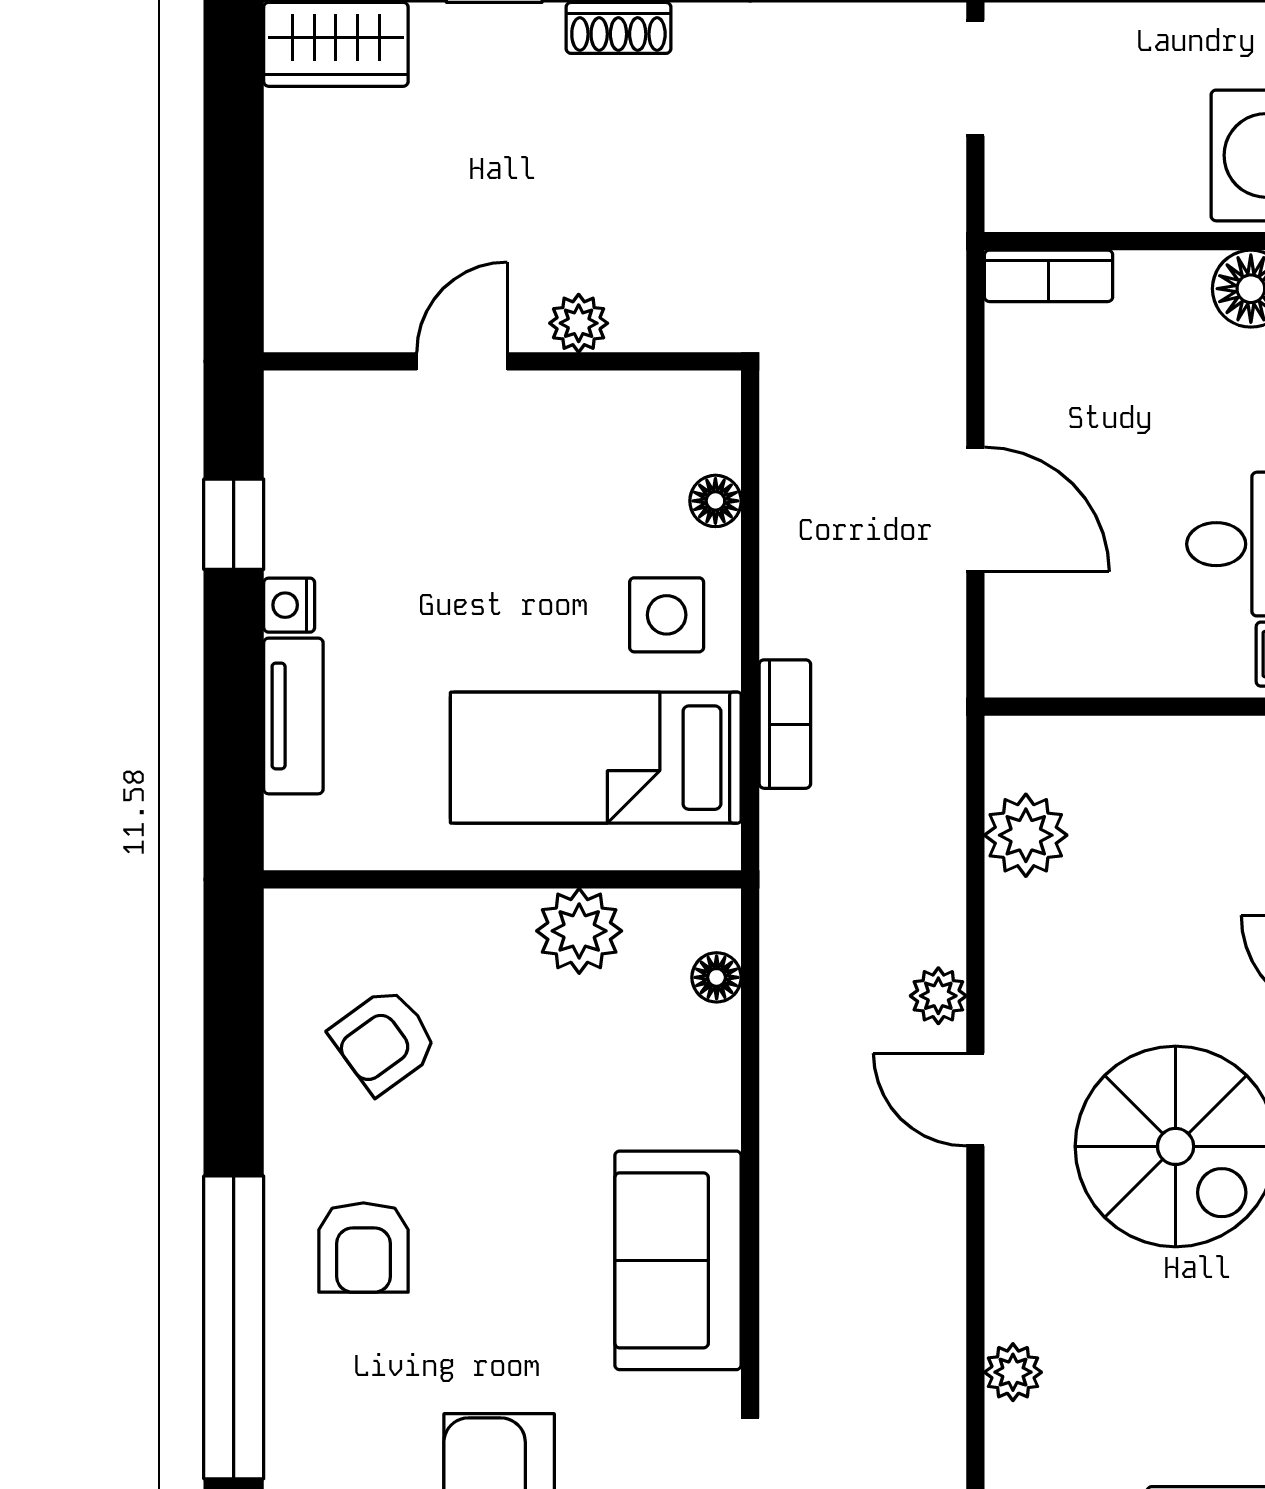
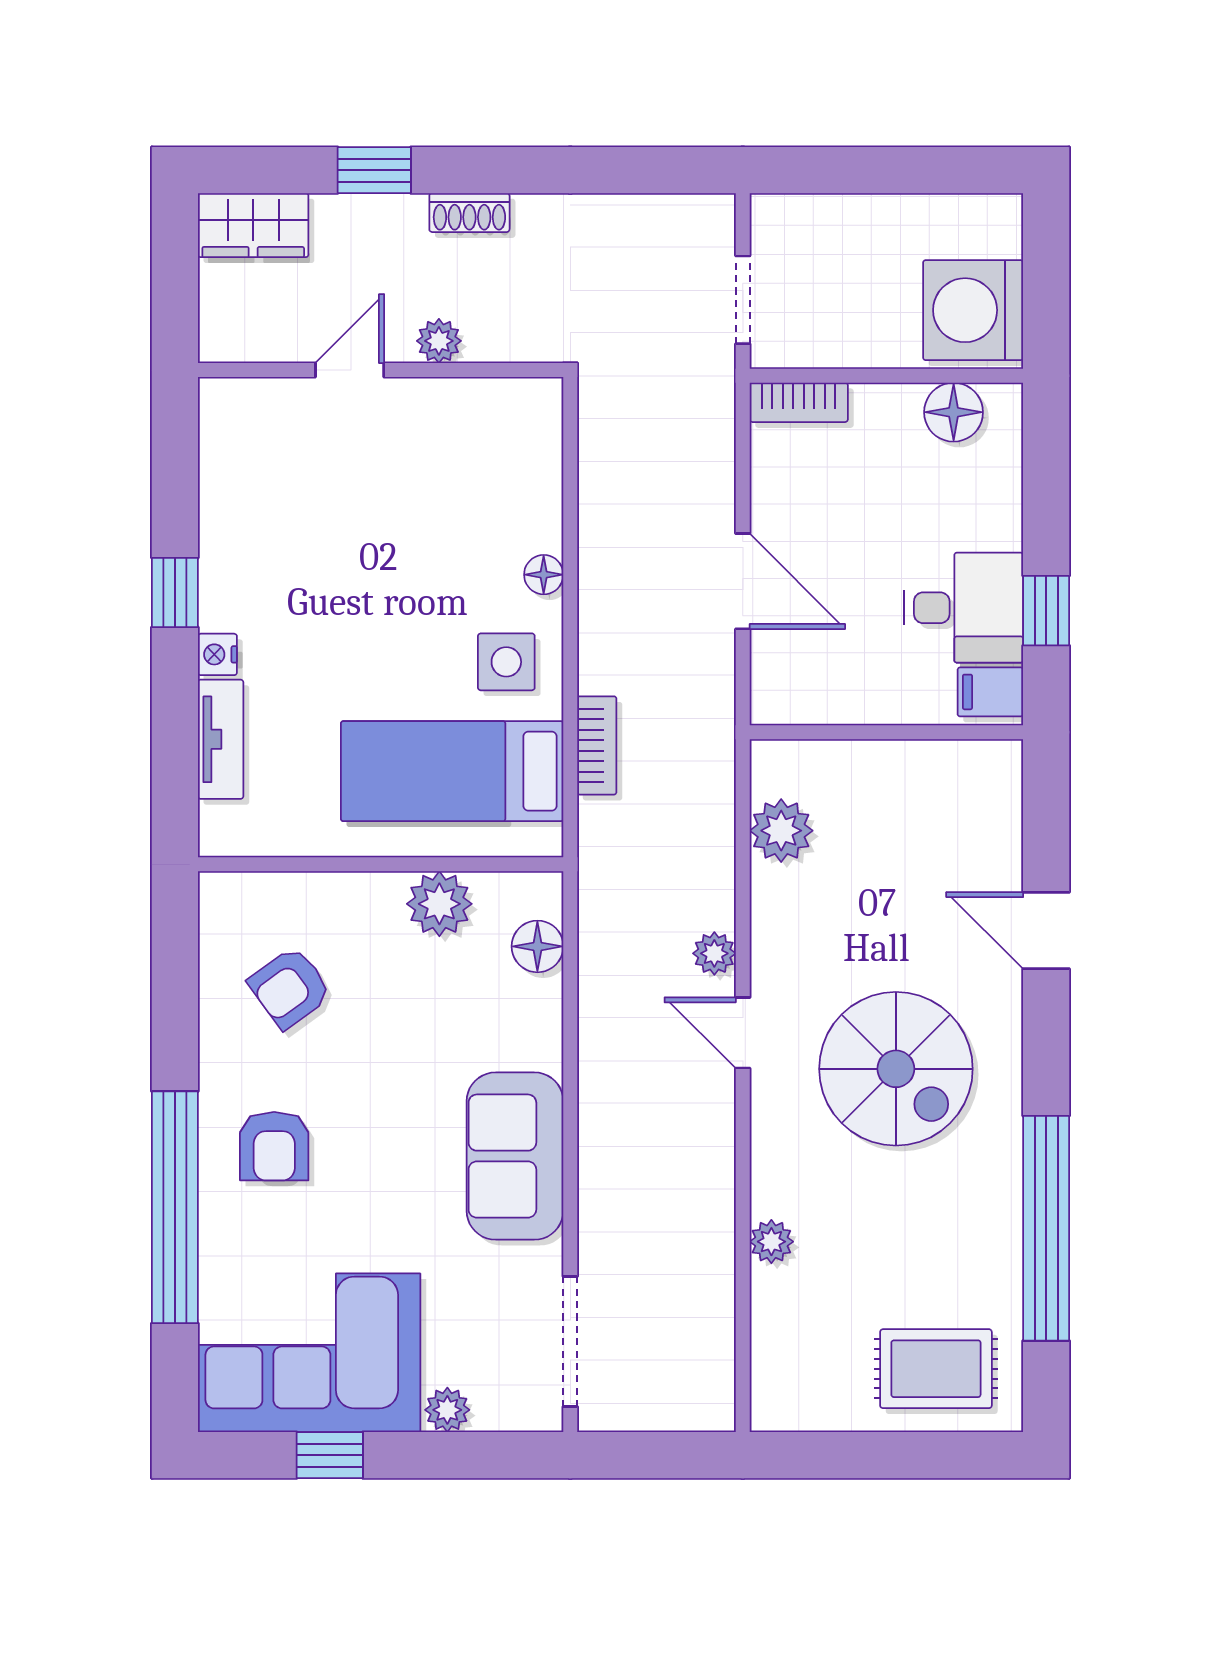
doorway: (975, 78) -> (743, 300), moved
plant: (579, 323) -> (439, 341), moved
door: (462, 361) -> (350, 370), moved
wall: (502, 361) -> (381, 370), moved
floor lamp: (717, 977) -> (537, 946), width x1.37, depth x1.37

